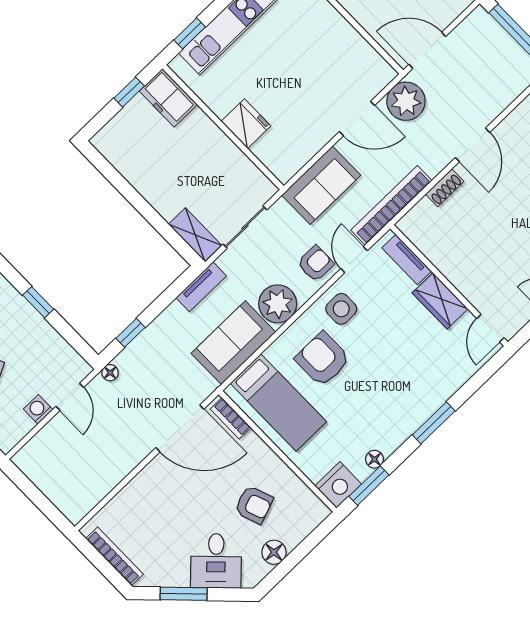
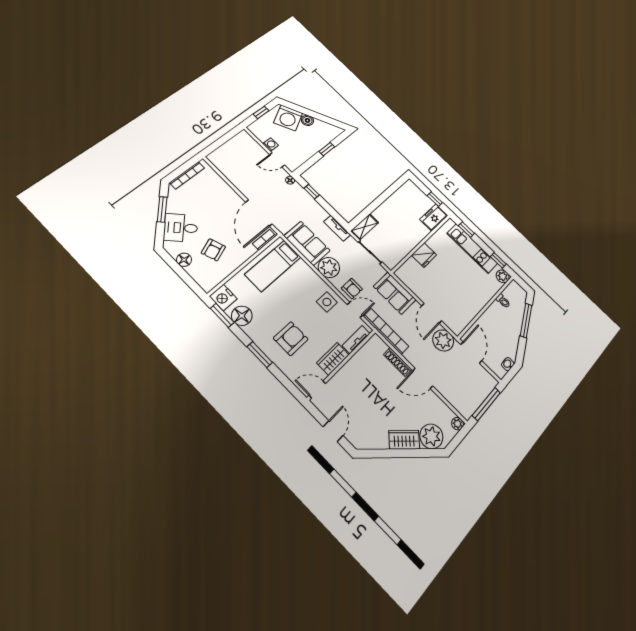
shoe rack: (445, 188) -> (398, 362), width x1.43
armchair: (323, 359) -> (291, 339), moved
floor lamp: (375, 459) -> (242, 316), width x1.89, depth x1.89

